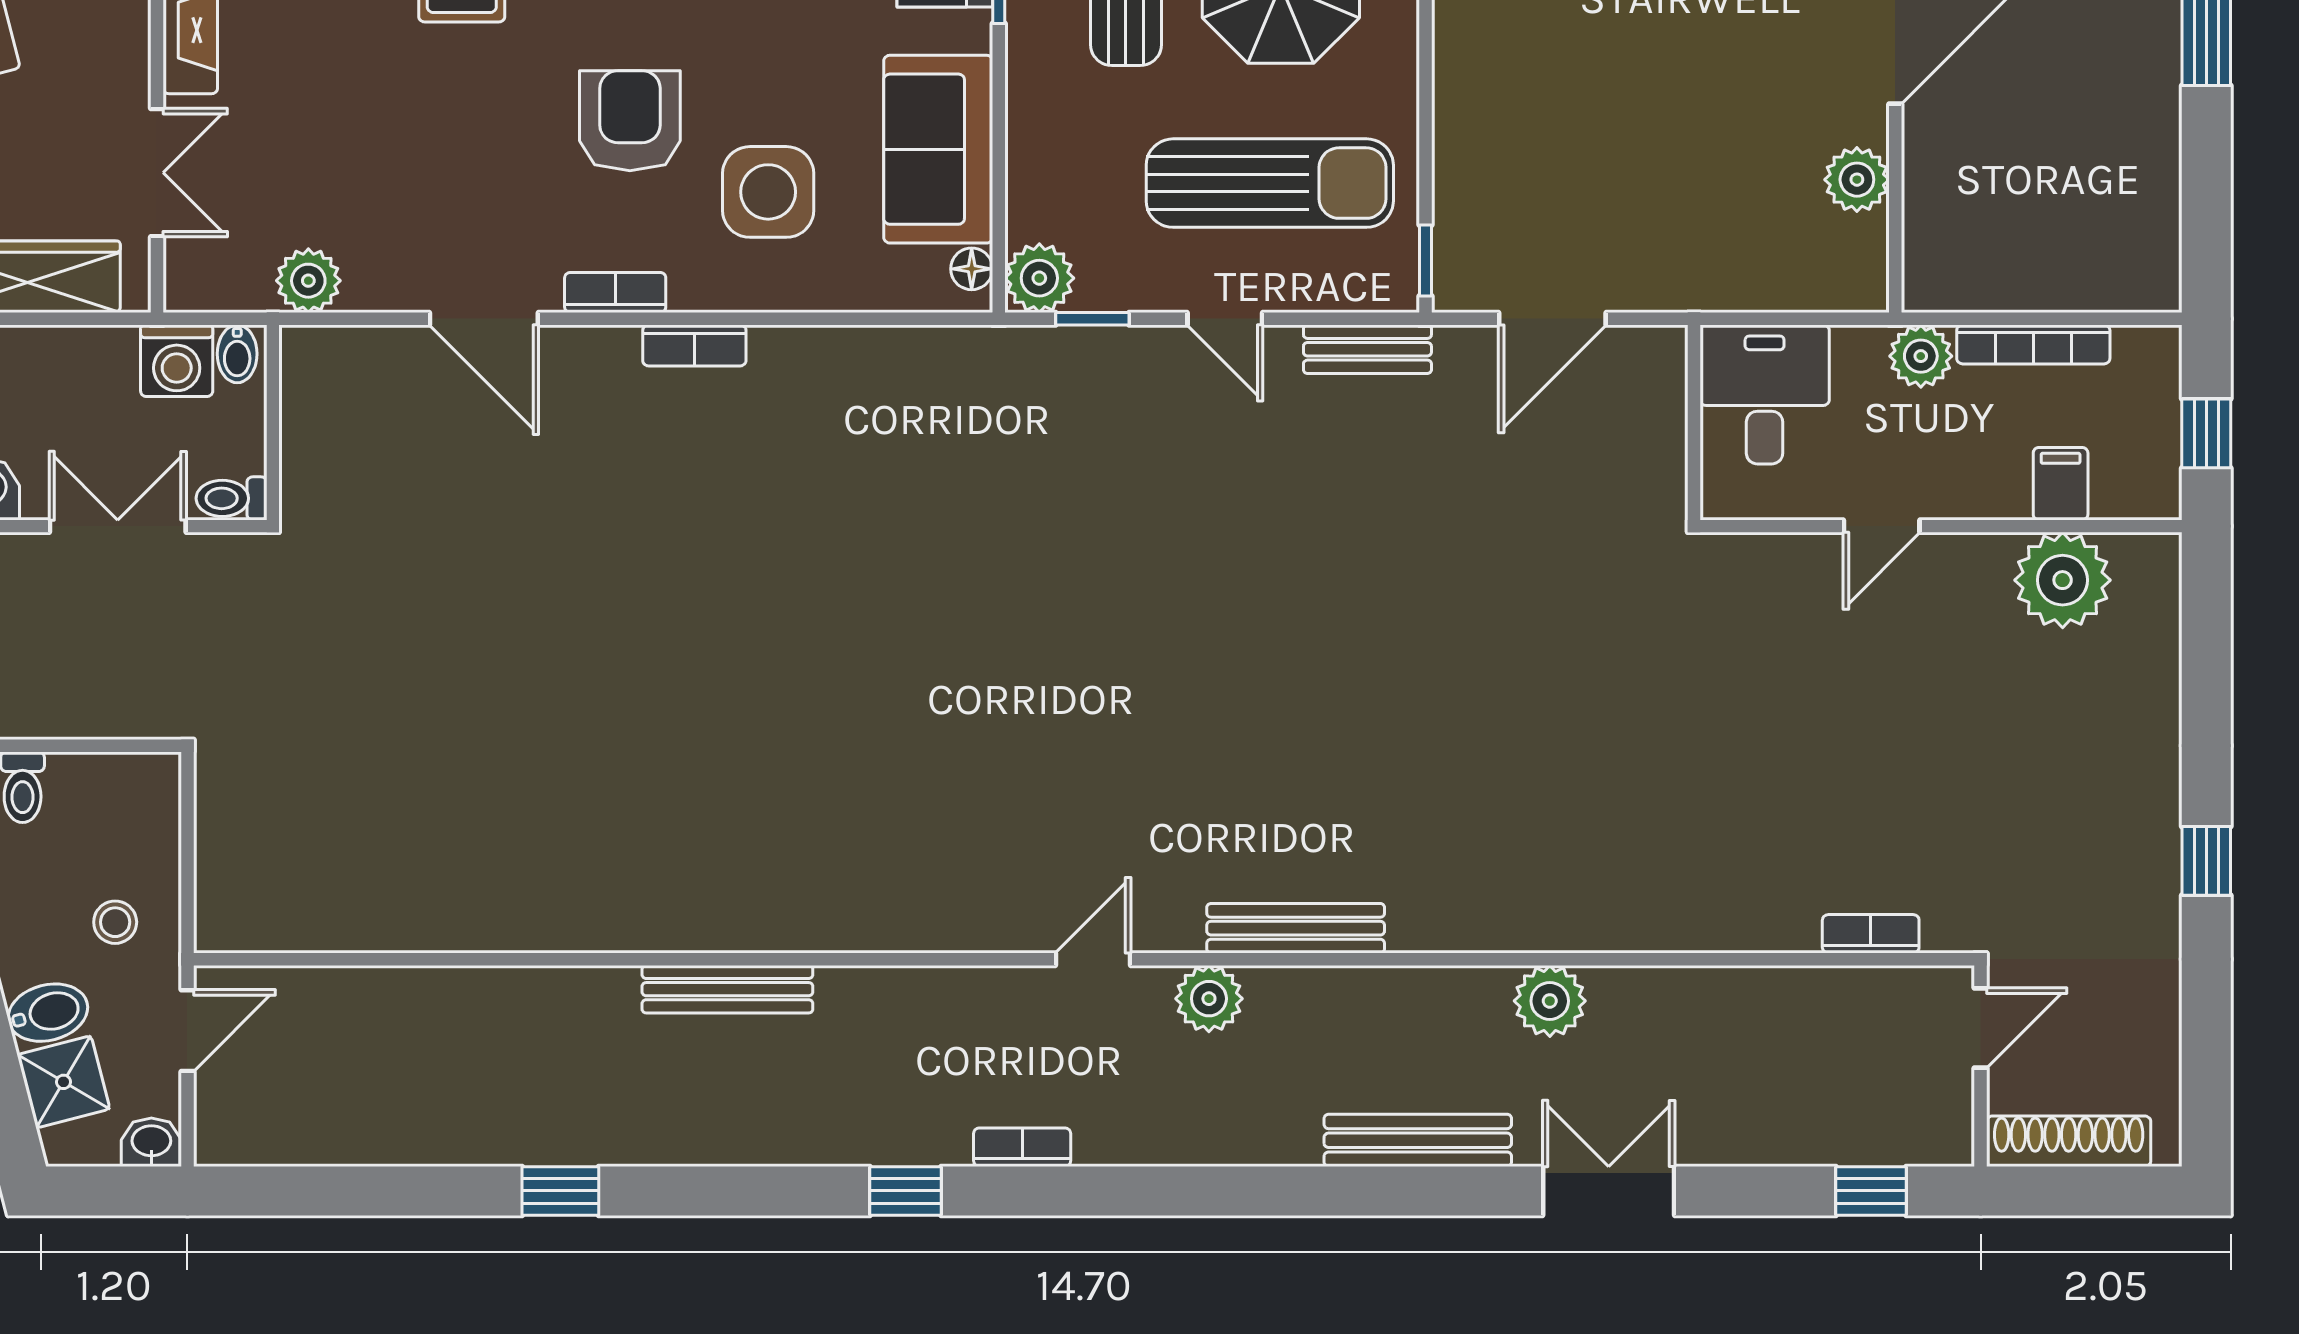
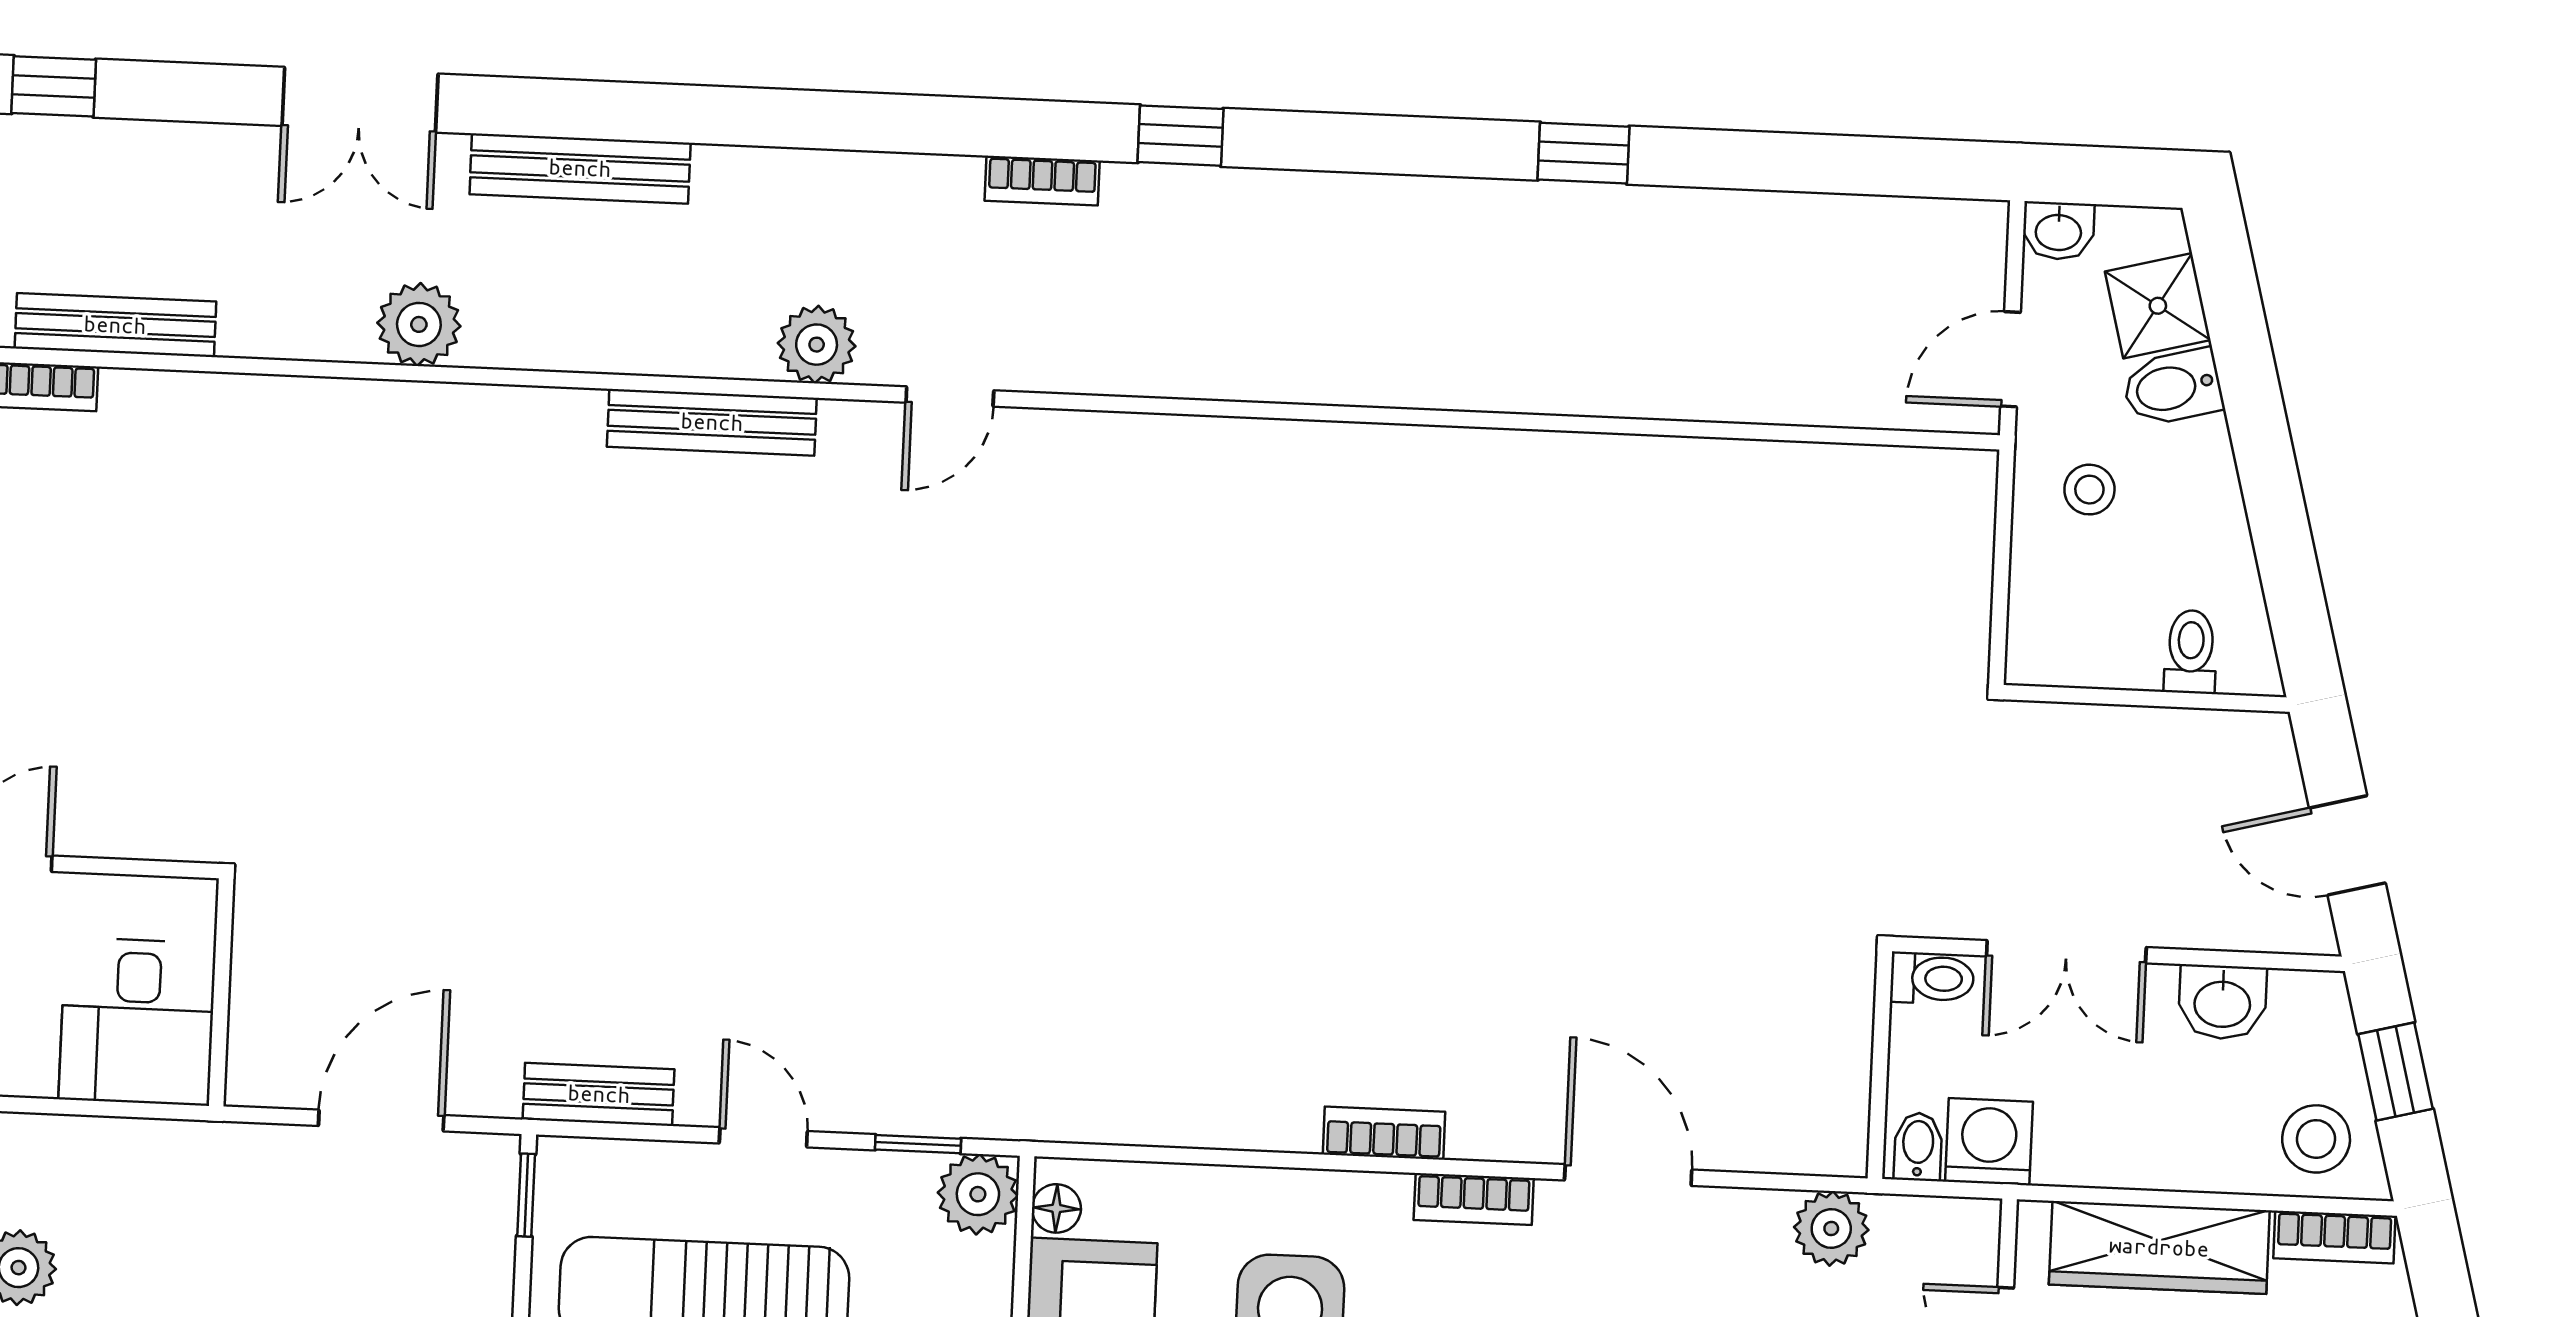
bench: (727, 989) -> (115, 325), moved

